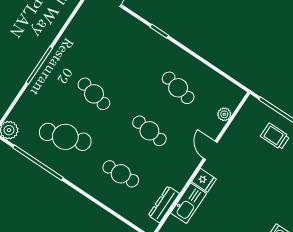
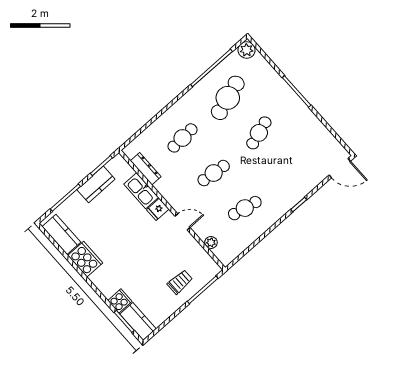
cafe table: (94, 94) -> (259, 133), turned -30

